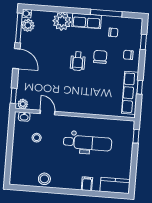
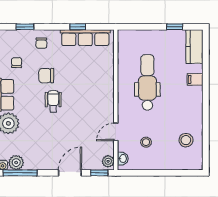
door: (16, 59) -> (70, 173), moved
wheelchair: (78, 61) -> (53, 101), turned -90
window: (136, 136) -> (175, 27), moved
stool: (44, 179) -> (186, 140), moved

